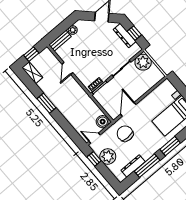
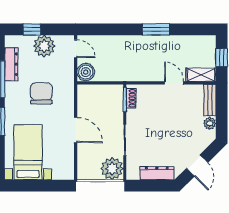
window: (134, 33) -> (151, 186), removed
shelving: (32, 73) -> (201, 75), moved
door: (128, 109) -> (76, 130), moved
chair: (125, 134) -> (41, 93), moved, turned -90
door: (95, 138) -> (76, 49), hinge flipped
window: (94, 159) -> (32, 29), moved

